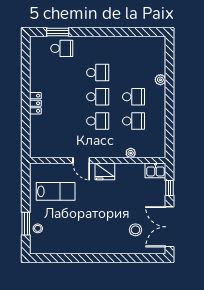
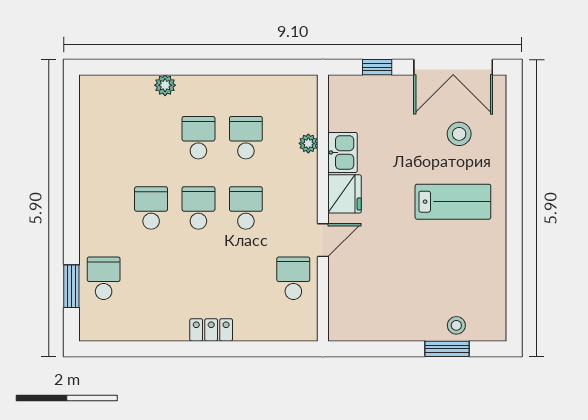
school desk: (62, 145) -> (293, 278), added
kitchen sink: (155, 170) -> (343, 152), moved
lab bench: (56, 191) -> (453, 202), moved, turned 90

